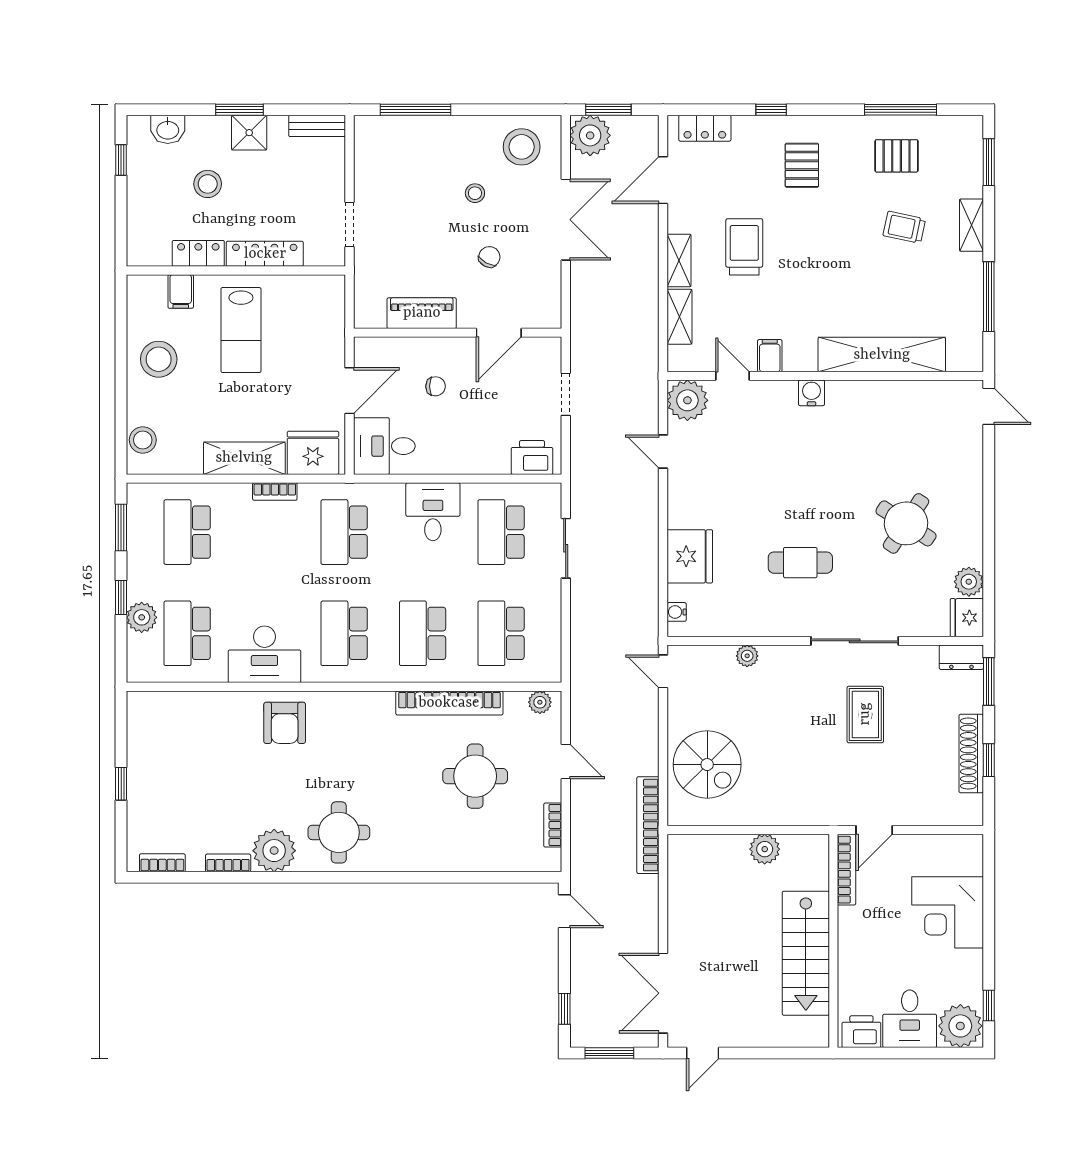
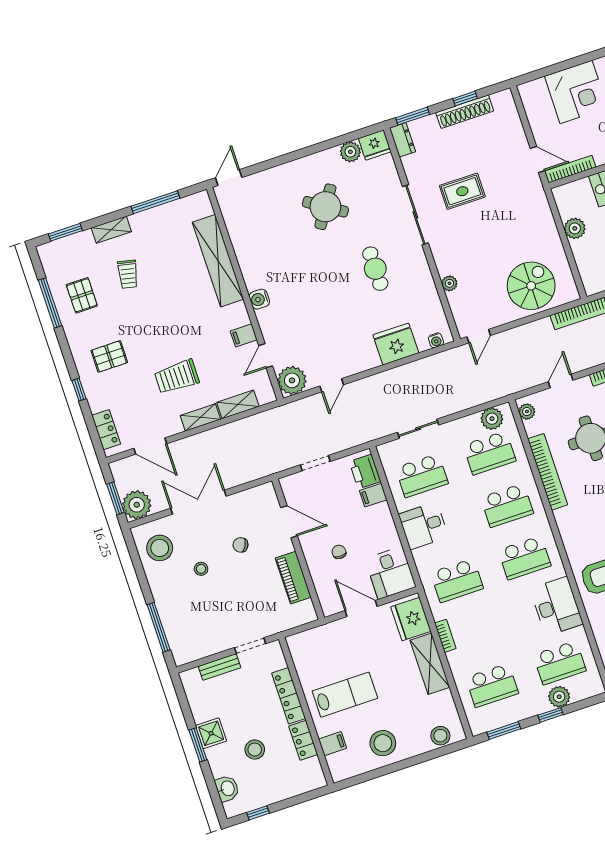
bench: (317, 126) -> (220, 667), moved, turned 90
filing cabinet: (497, 458) -> (373, 495), added
plant: (546, 652) -> (492, 419), added

